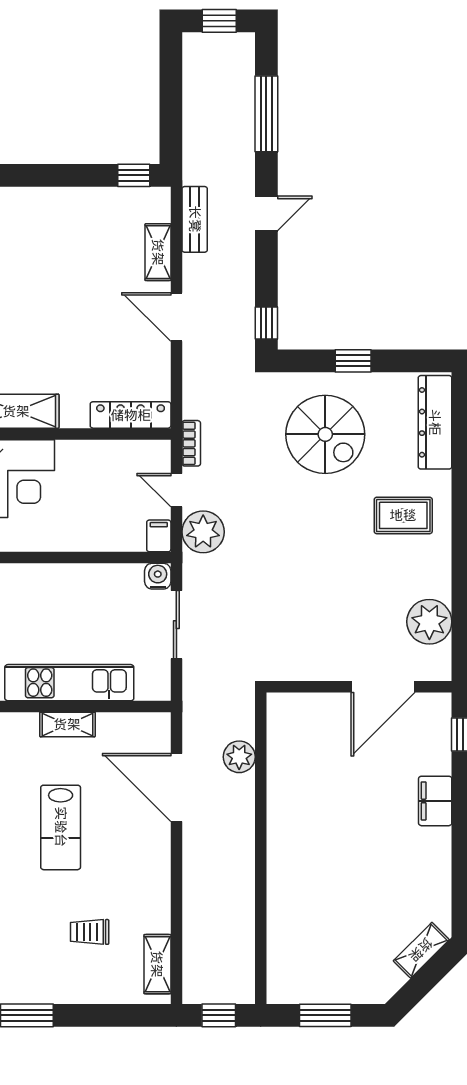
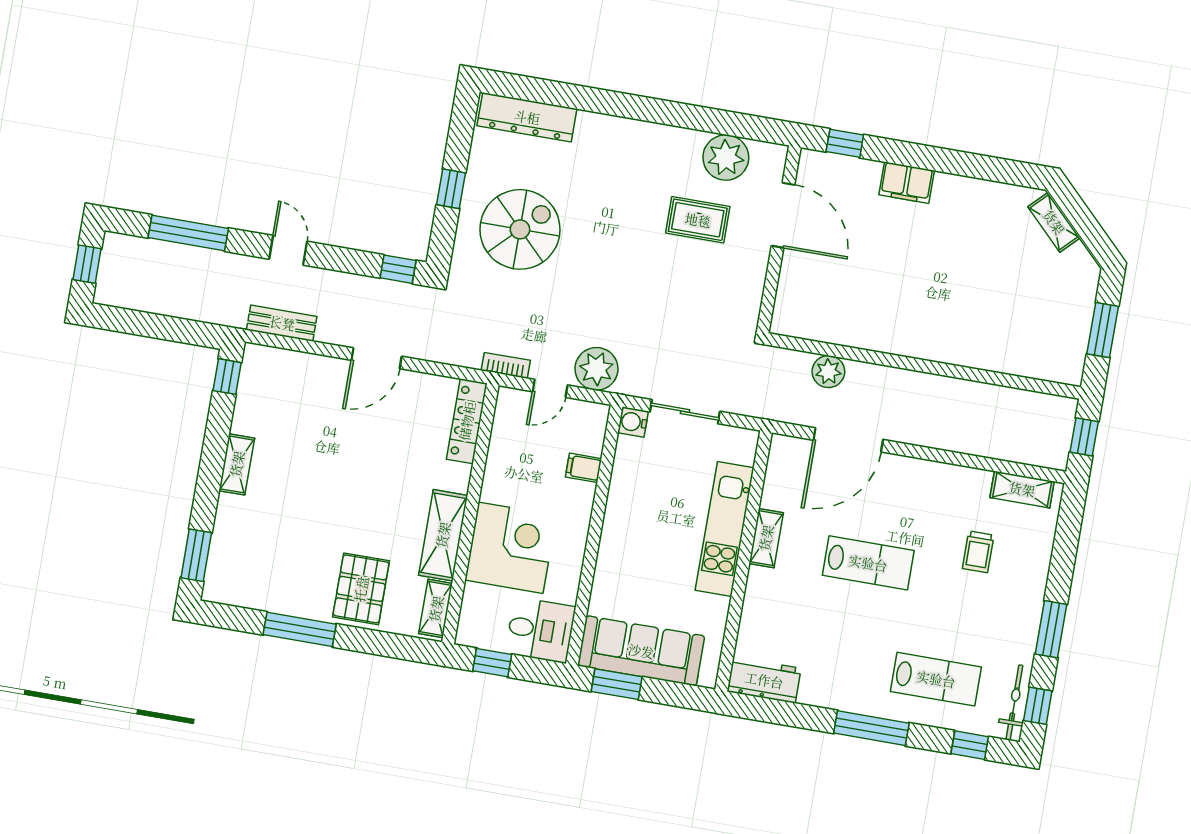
shelving: (158, 252) -> (237, 464), moved, turned 90
rug: (403, 515) -> (698, 220), moved, turned 90
filing cabinet: (159, 536) -> (584, 468), moved

